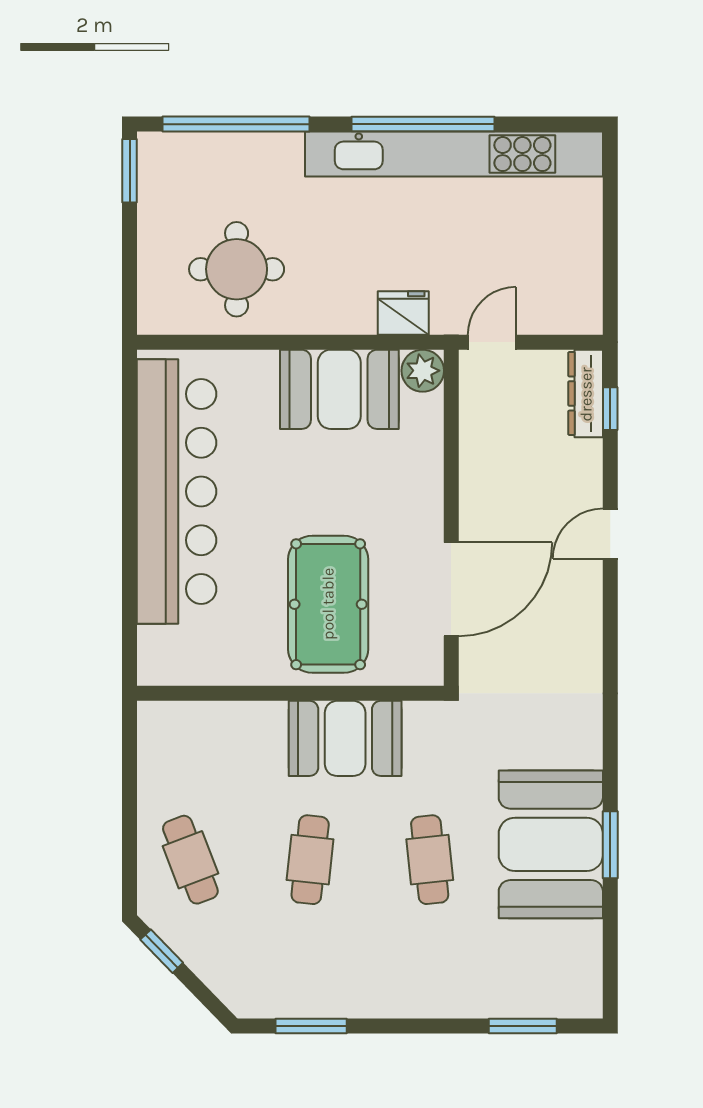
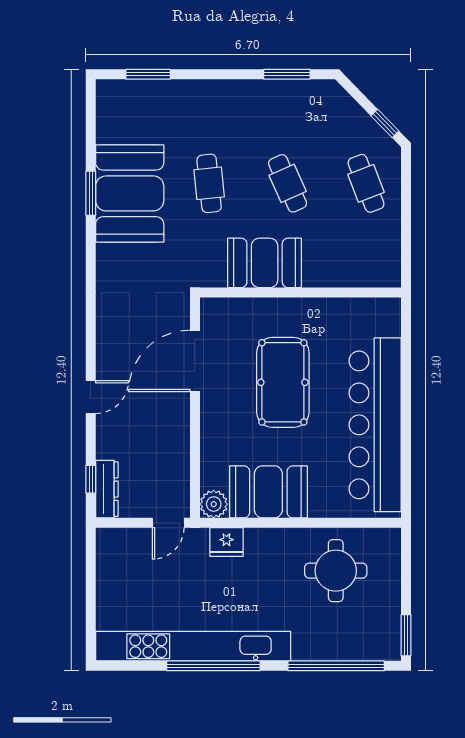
pool table: (328, 604) -> (283, 382), moved
cafe table: (310, 860) -> (288, 183), turned -30

